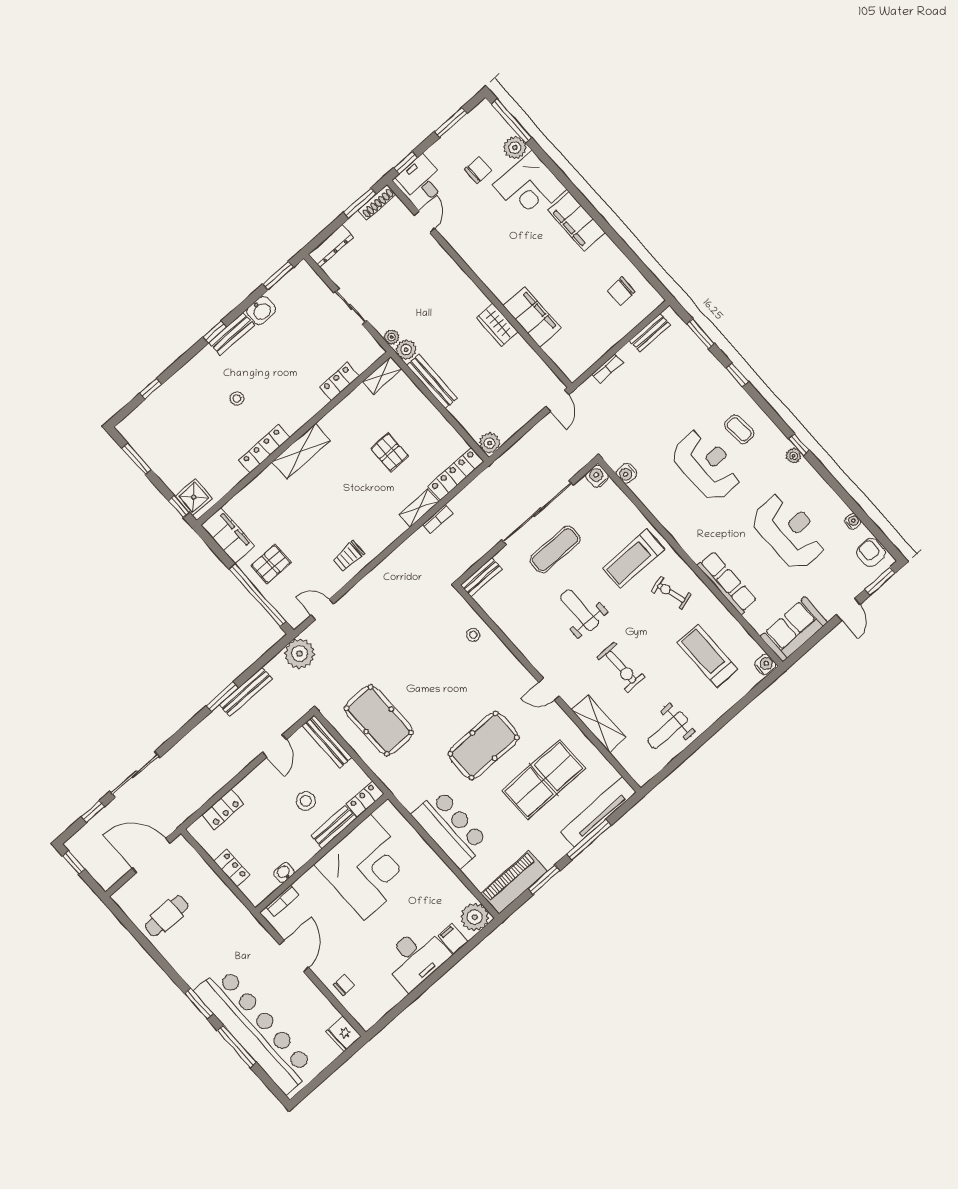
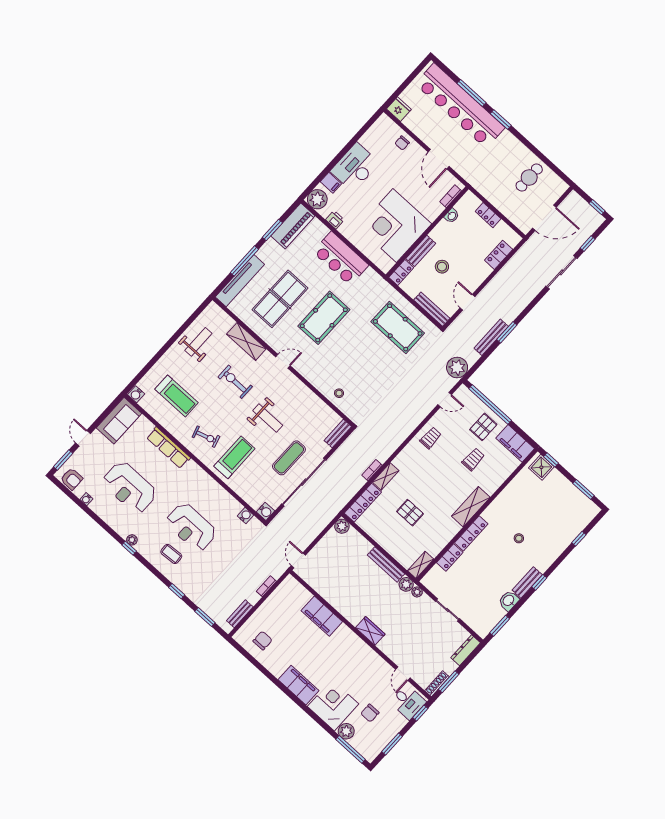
wardrobe: (497, 325) -> (370, 631), moved
locker: (264, 449) -> (471, 533), moved
trolley: (291, 519) -> (473, 459), added
printer: (453, 885) -> (335, 220), added

